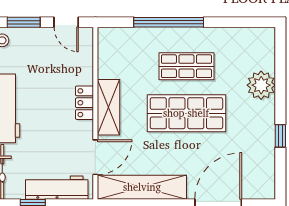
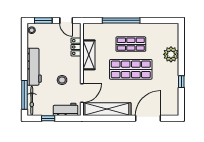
locker: (84, 103) -> (76, 47), moved
shelving: (109, 107) -> (89, 55), moved
stool: (59, 133) -> (62, 80), added
workbench: (57, 188) -> (66, 109), width x0.73

